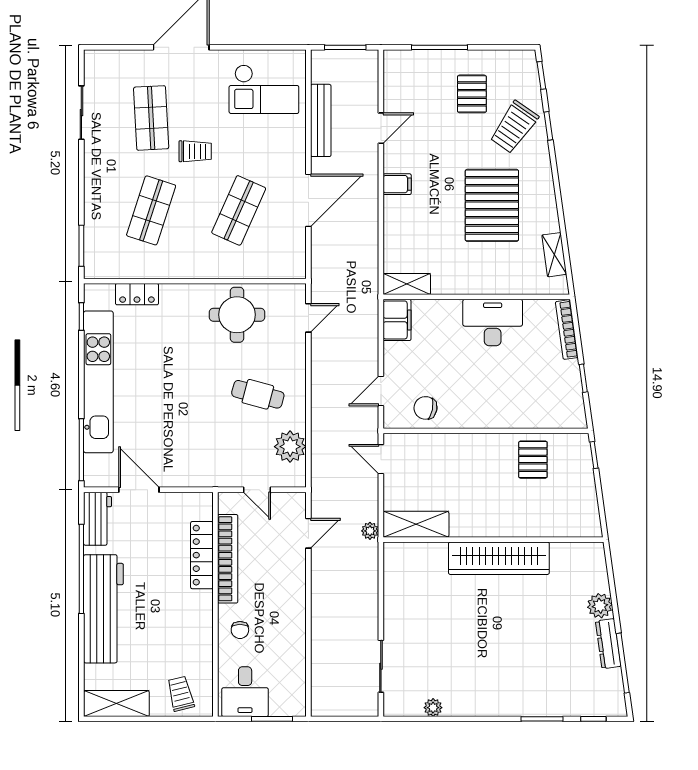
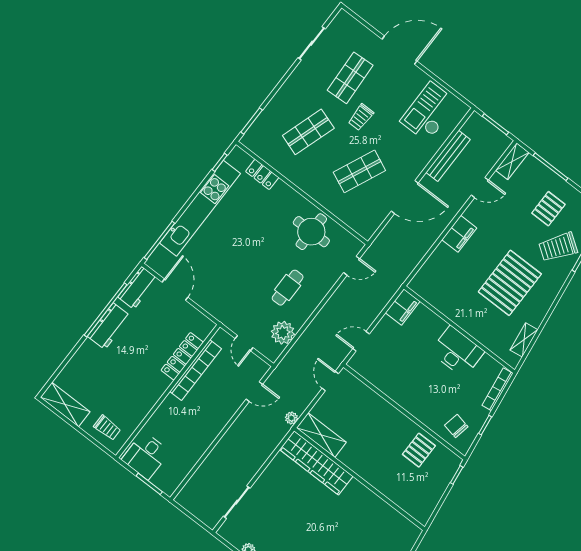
checkout: (264, 89) -> (429, 112), turned 90
trolley: (195, 151) -> (361, 117), turned 90
filing cabinet: (397, 184) -> (459, 234), width x2.00
shelving: (407, 284) -> (512, 161), moved, turned 90
cafe table: (258, 394) -> (288, 288), turned 75
chair: (425, 408) -> (456, 426), moved
wardrobe: (499, 558) -> (316, 463), moved
workbench: (103, 609) -> (109, 326), width x0.53, depth x0.76
chair: (240, 630) -> (171, 417), removed
trolley: (181, 694) -> (107, 428), turned 104

